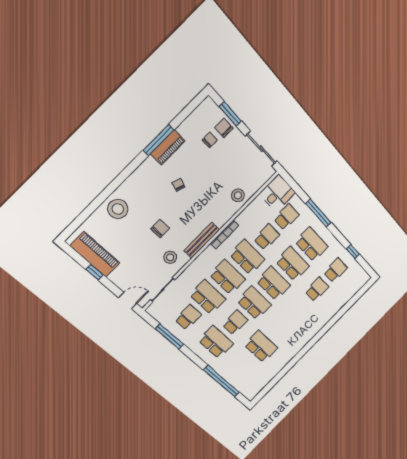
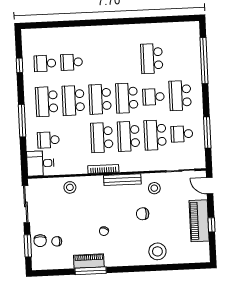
school desk: (267, 237) -> (75, 139), removed
piano: (95, 254) -> (199, 221), moved

